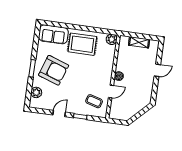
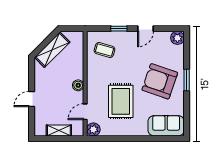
rug: (82, 44) -> (121, 101), moved, turned 90
plant: (36, 92) -> (177, 38), moved
door: (111, 92) -> (85, 112), moved
shelving: (136, 107) -> (52, 50), added

